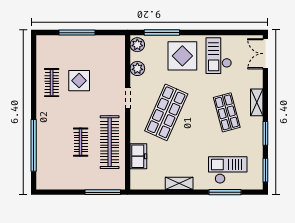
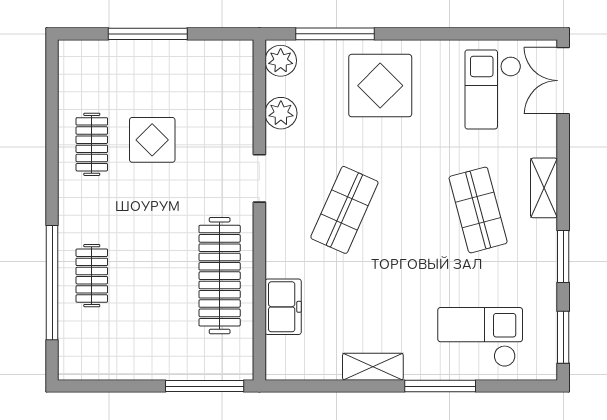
checkout: (219, 56) -> (493, 89), moved
shop shelf: (166, 112) -> (344, 210), width x0.70, depth x0.74
clothes rail: (81, 142) -> (92, 276), moved
window: (225, 192) -> (440, 386), moved

